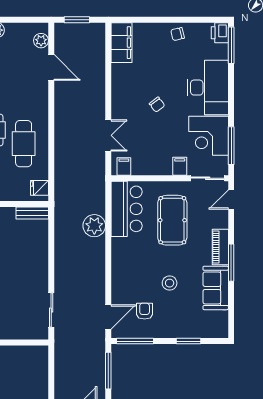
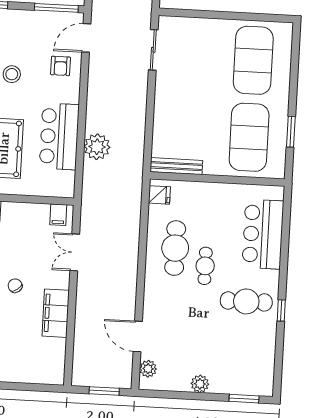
filing cabinet: (122, 43) -> (56, 313), moved
bar counter: (127, 209) -> (59, 136), moved
bench: (32, 213) -> (176, 166), width x1.36
armchair: (145, 311) -> (61, 66), moved

